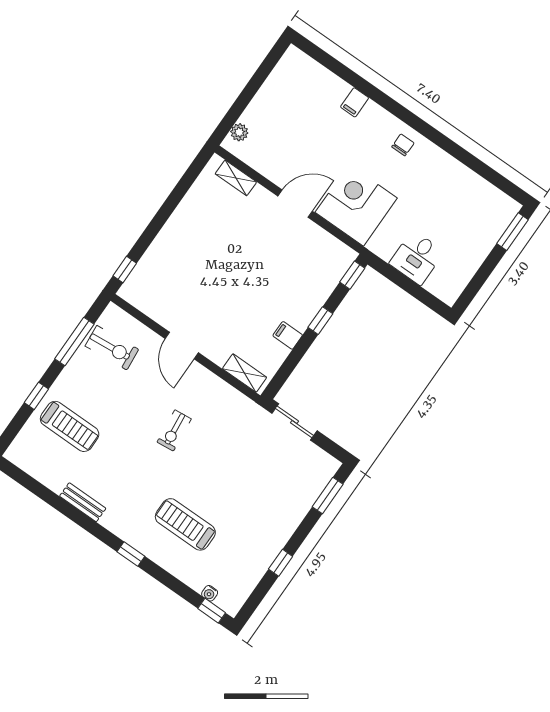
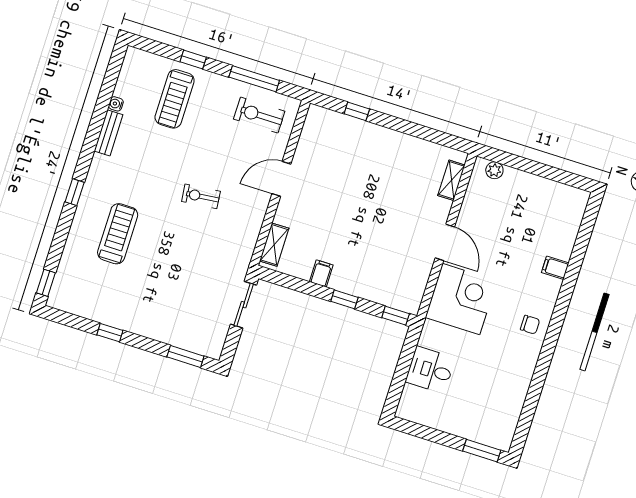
window: (125, 270) -> (357, 111), moved
exercise bike: (112, 348) -> (259, 115), turned 95
water cooler: (210, 593) -> (116, 104), moved

